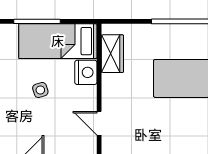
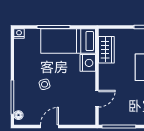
side table: (40, 90) -> (45, 84), moved
door: (99, 123) -> (97, 99), swing flipped

